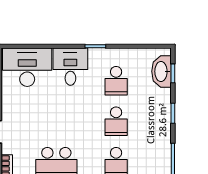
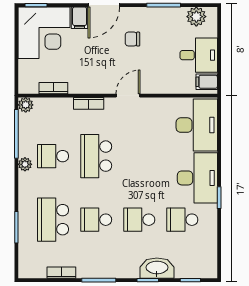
desk: (70, 67) -> (197, 178), width x1.37
washbasin: (162, 71) -> (157, 268), moved

